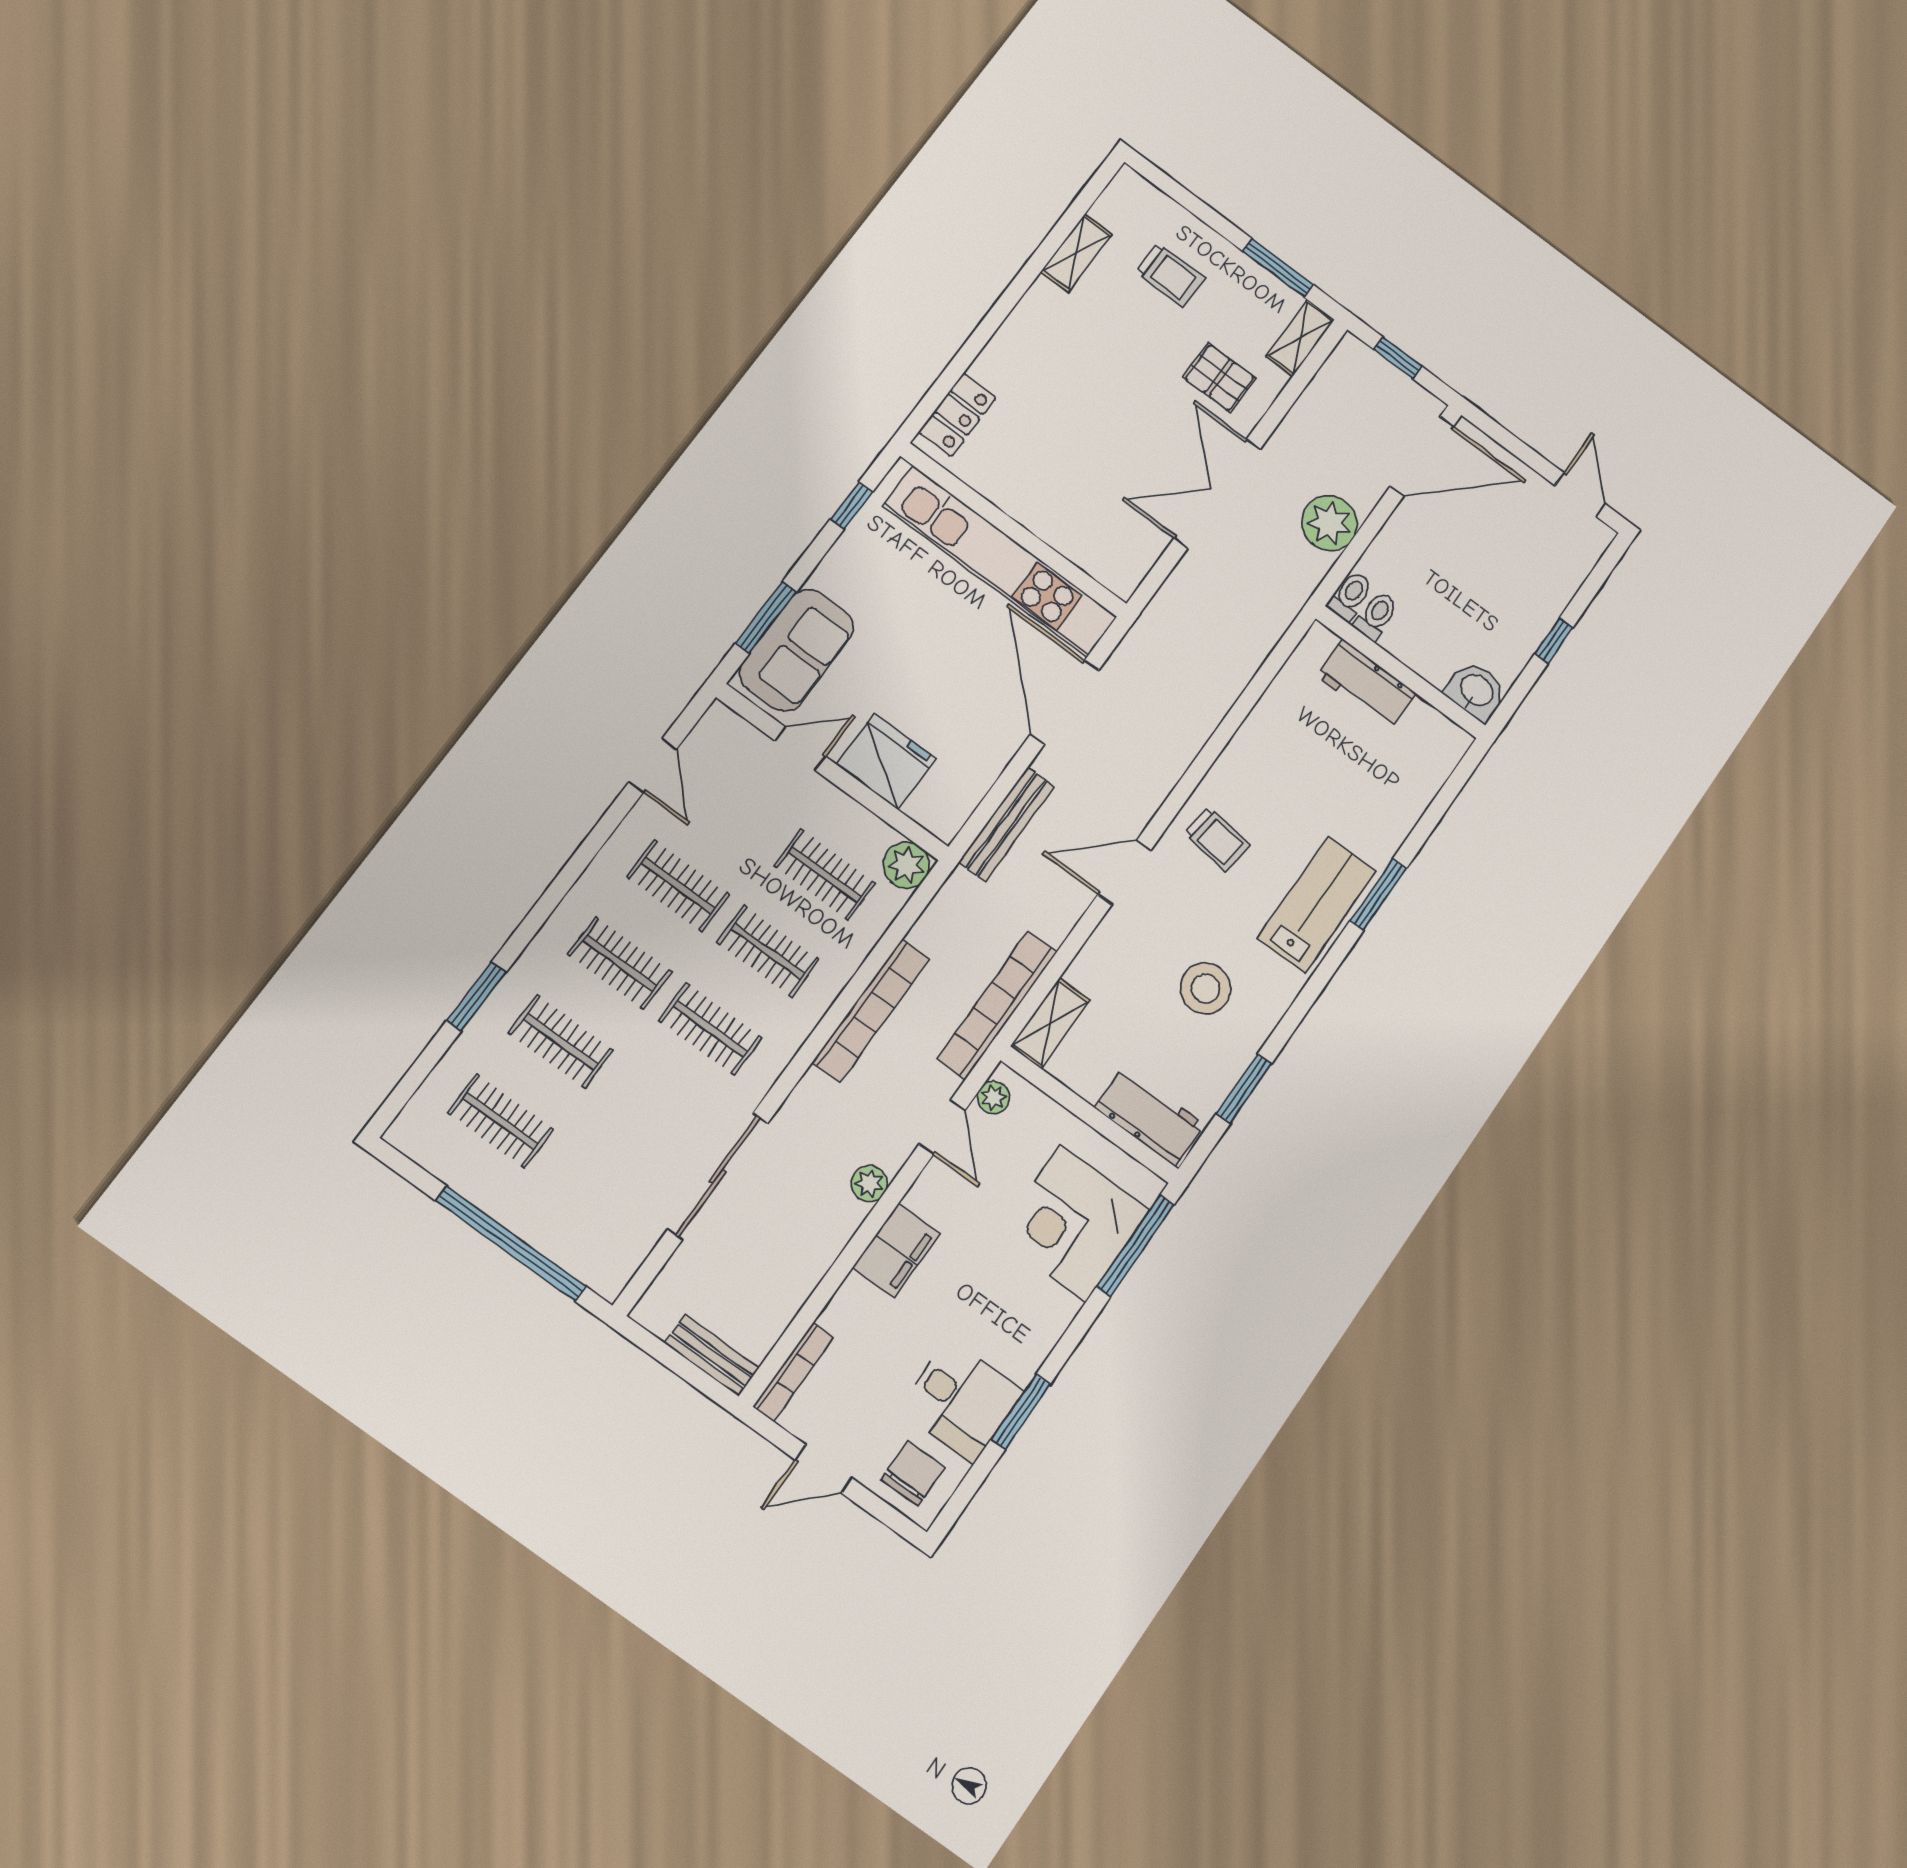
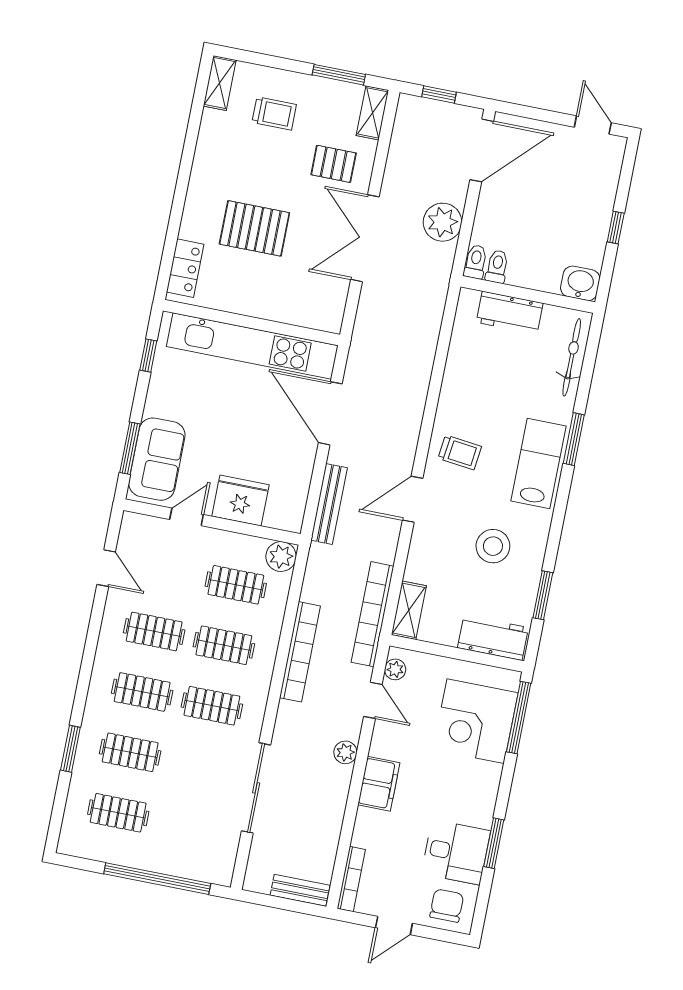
shelving: (1076, 253) -> (220, 83), moved
pallet: (1075, 409) -> (254, 228), added
bicycle: (1423, 783) -> (572, 357), added

